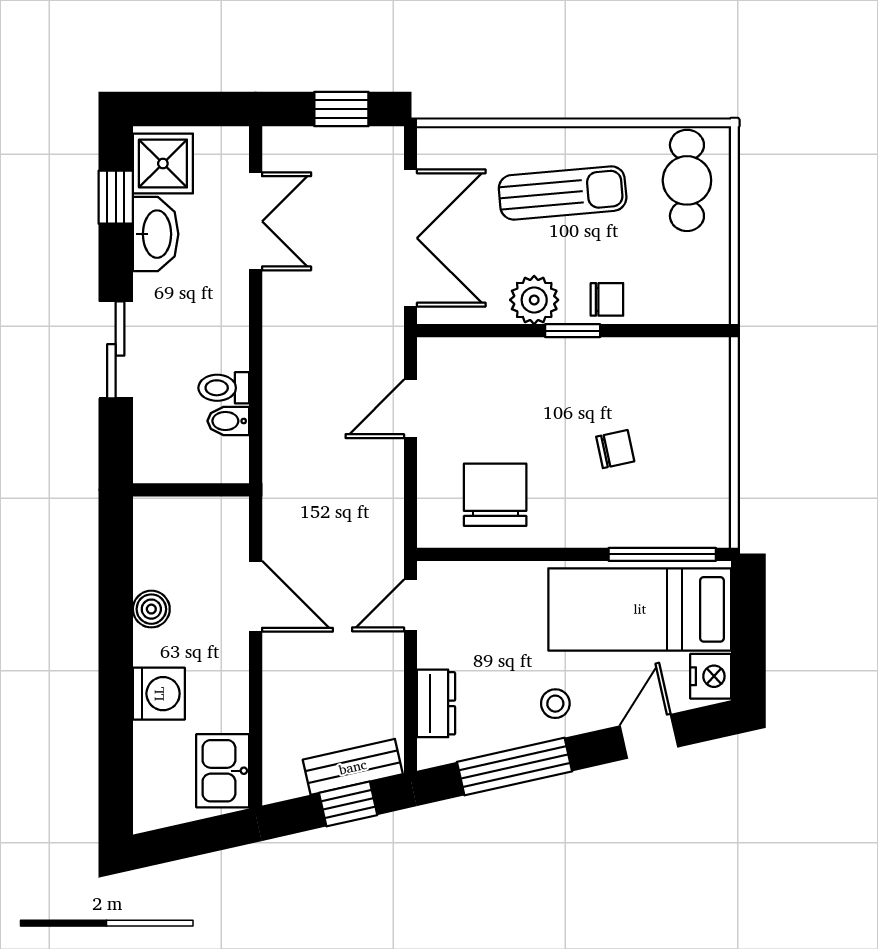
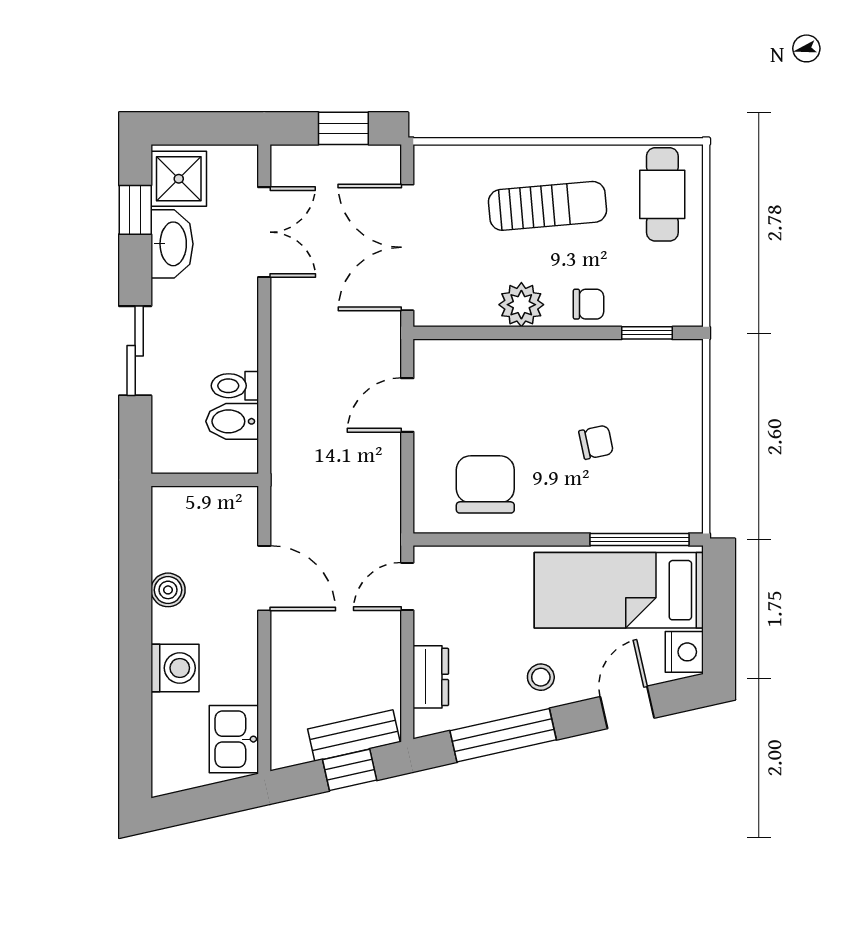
double door: (411, 238) -> (407, 247), swing flipped
window: (573, 331) -> (647, 333), moved
bidet: (228, 421) -> (232, 421), width x1.38, depth x1.36

